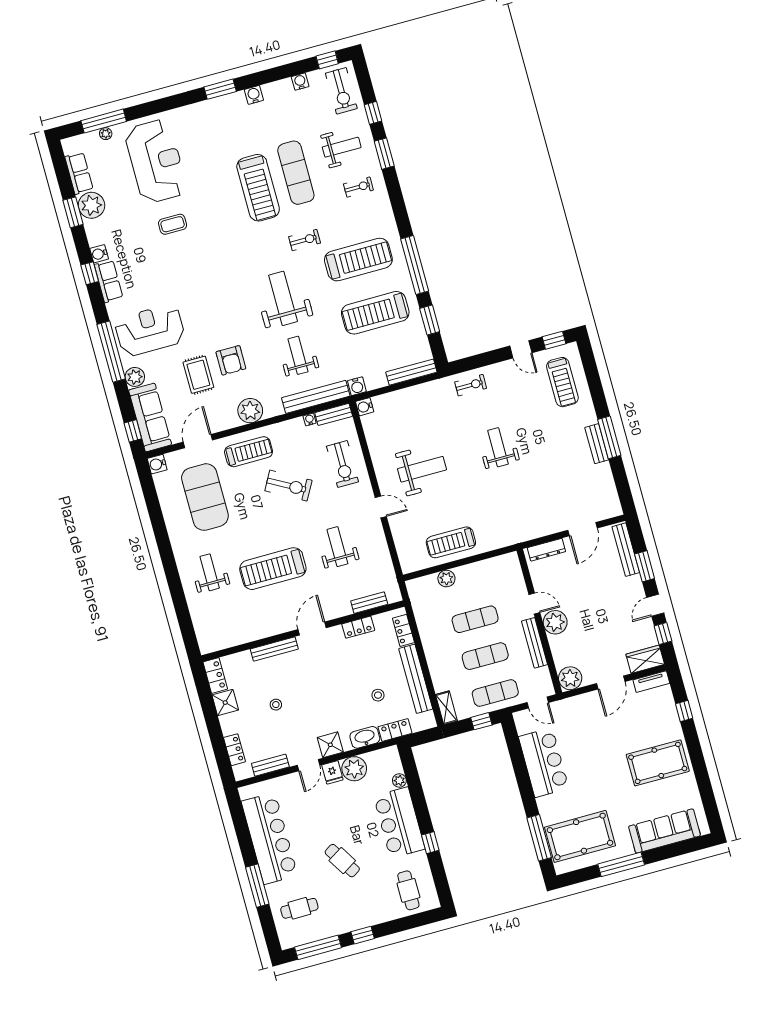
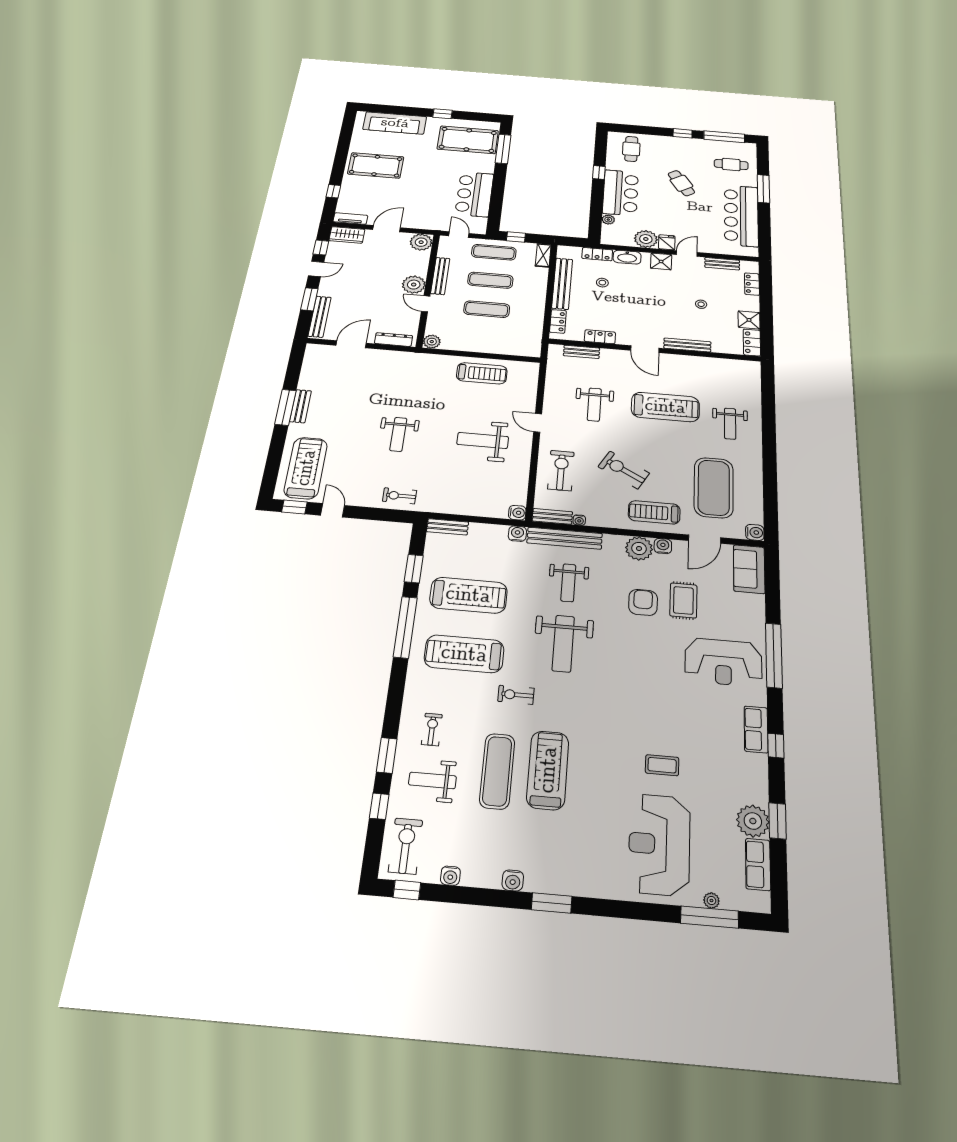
exercise bike: (358, 187) -> (432, 729), turned 90
water cooler: (99, 254) -> (663, 546), moved, turned -90
bench: (411, 372) -> (448, 527), width x0.73
plant: (135, 377) -> (754, 622), removed
treadmill: (562, 382) -> (306, 468), width x1.37, depth x1.38
sofa: (150, 417) -> (749, 569), width x0.73
window: (133, 431) -> (772, 571), removed
plant: (446, 579) -> (432, 342), moved
door: (312, 629) -> (645, 349), hinge flipped
window: (621, 864) -> (443, 114), width x0.46

